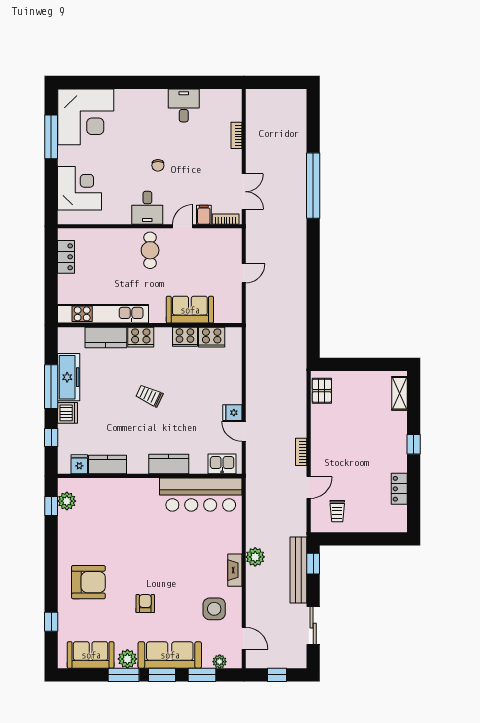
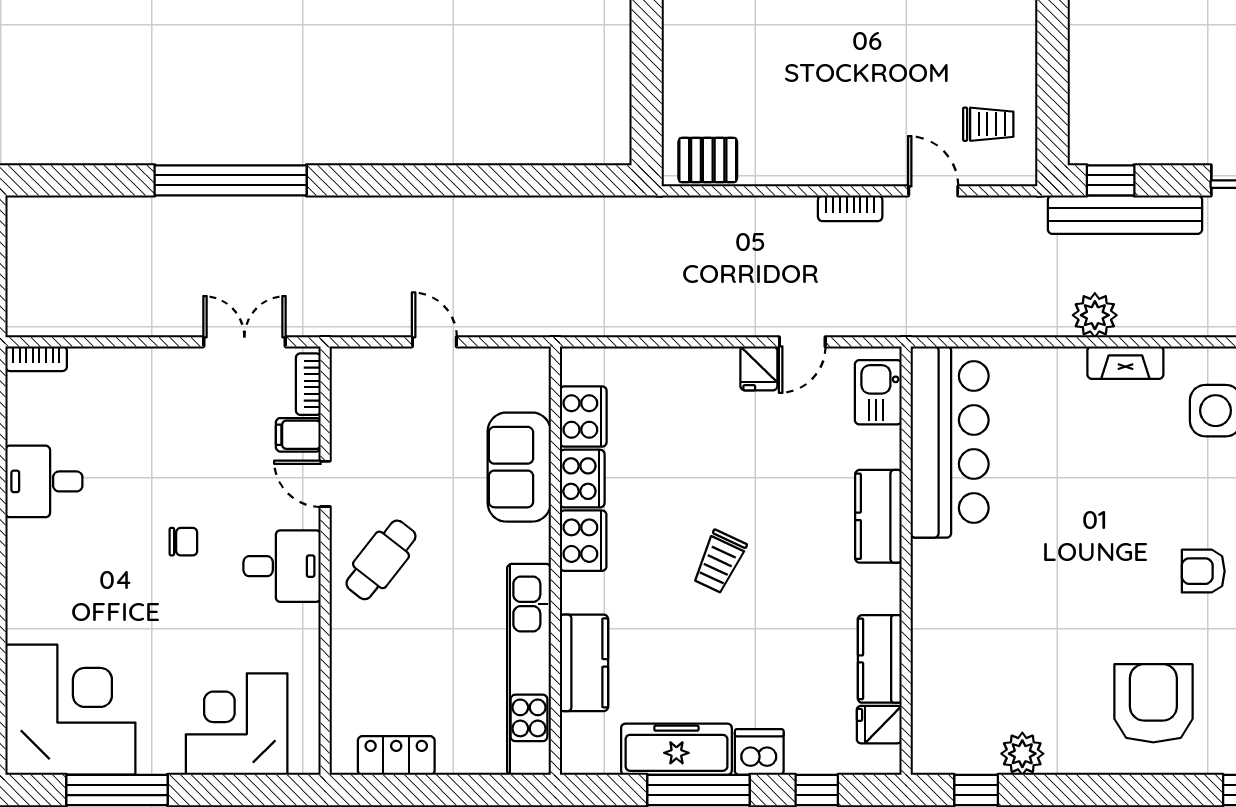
bookcase: (236, 135) -> (36, 359), moved
cafe table: (150, 250) -> (381, 560), turned -52
cooker: (141, 337) -> (583, 541), moved
plant: (67, 501) -> (1022, 754), moved

